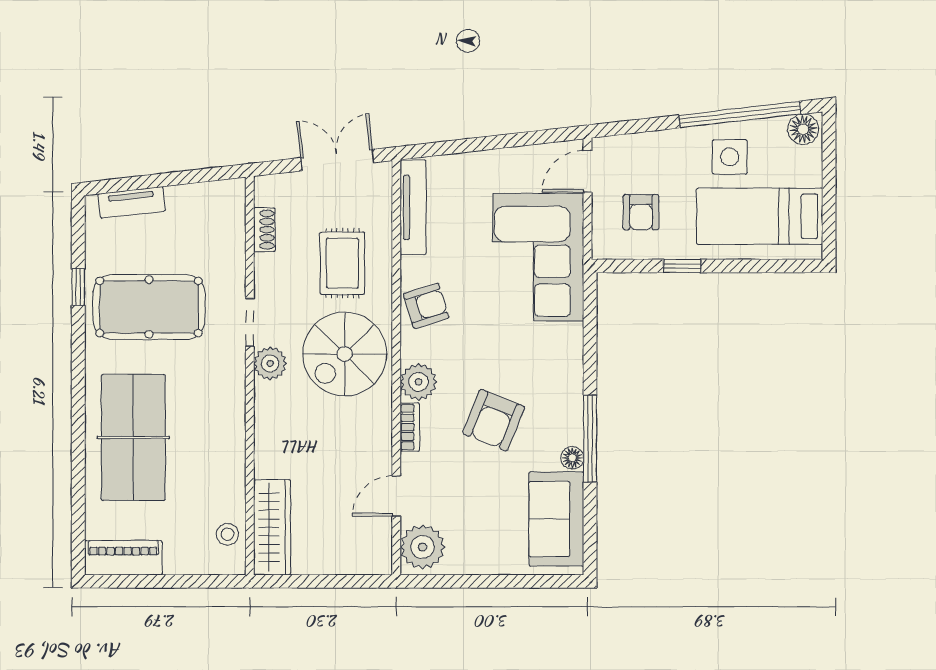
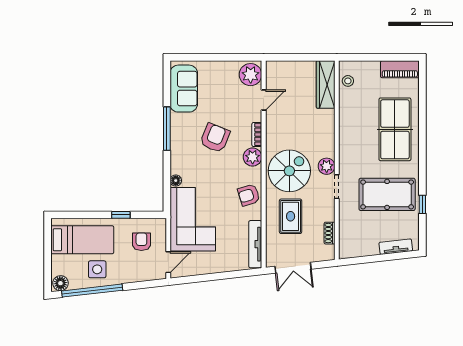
floor lamp: (572, 458) -> (176, 181), moved

